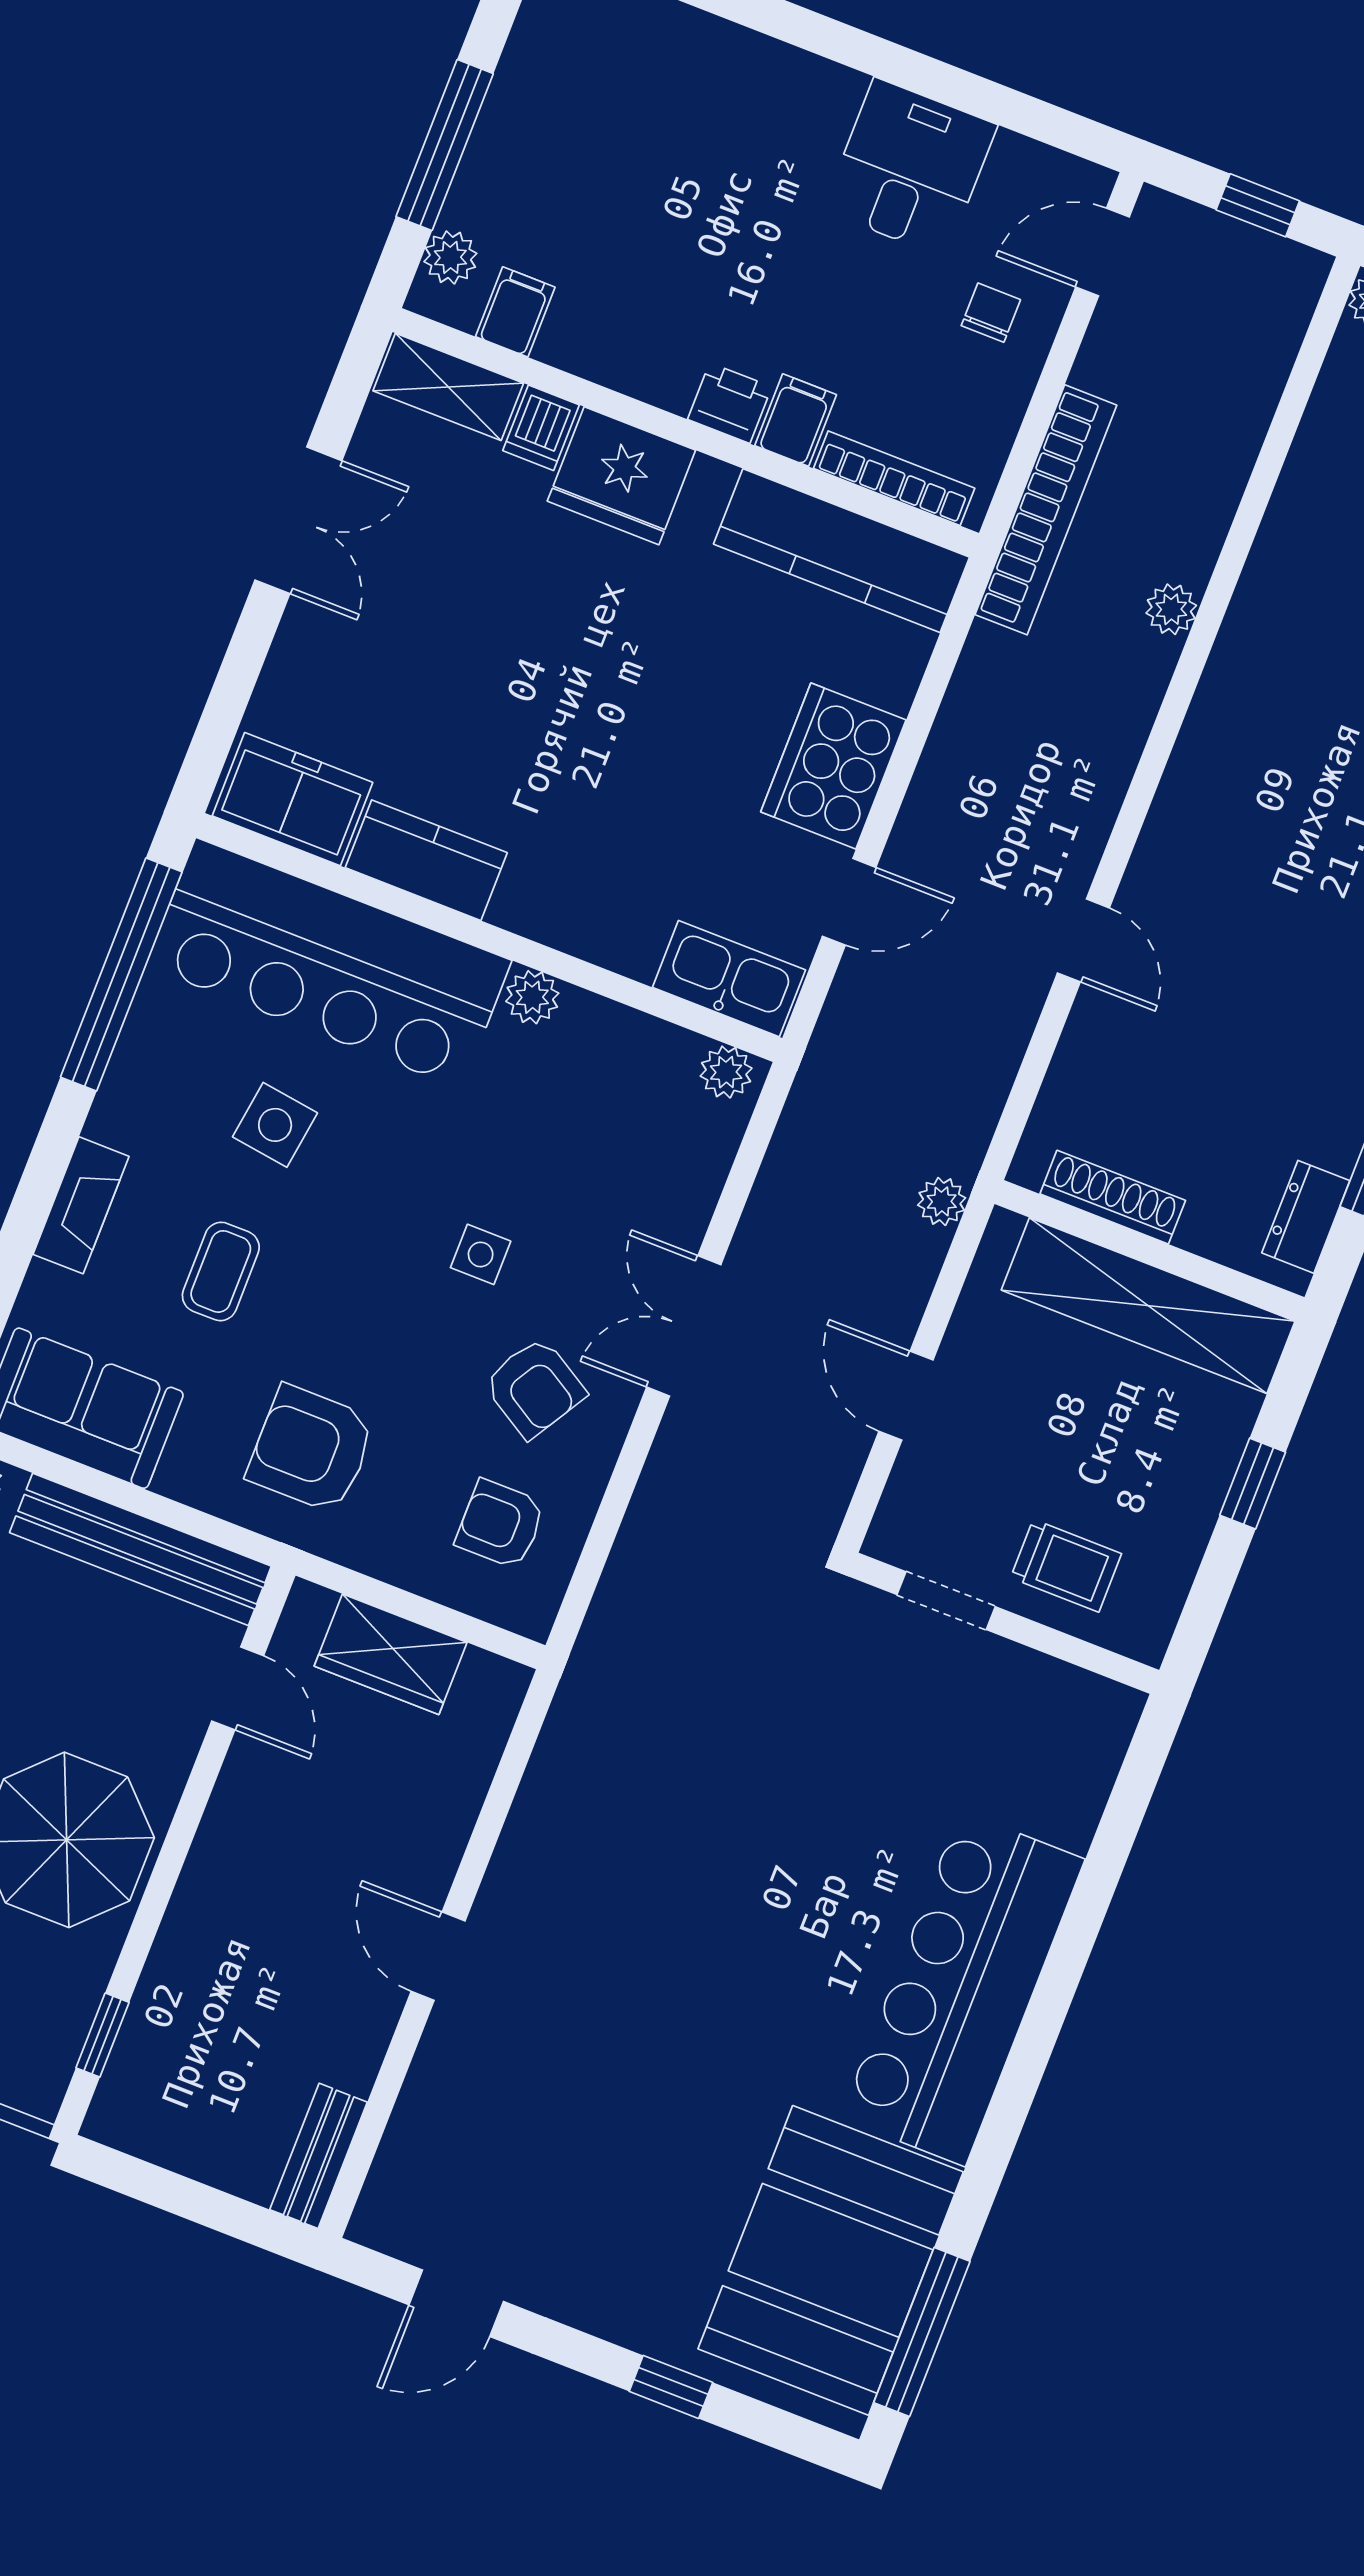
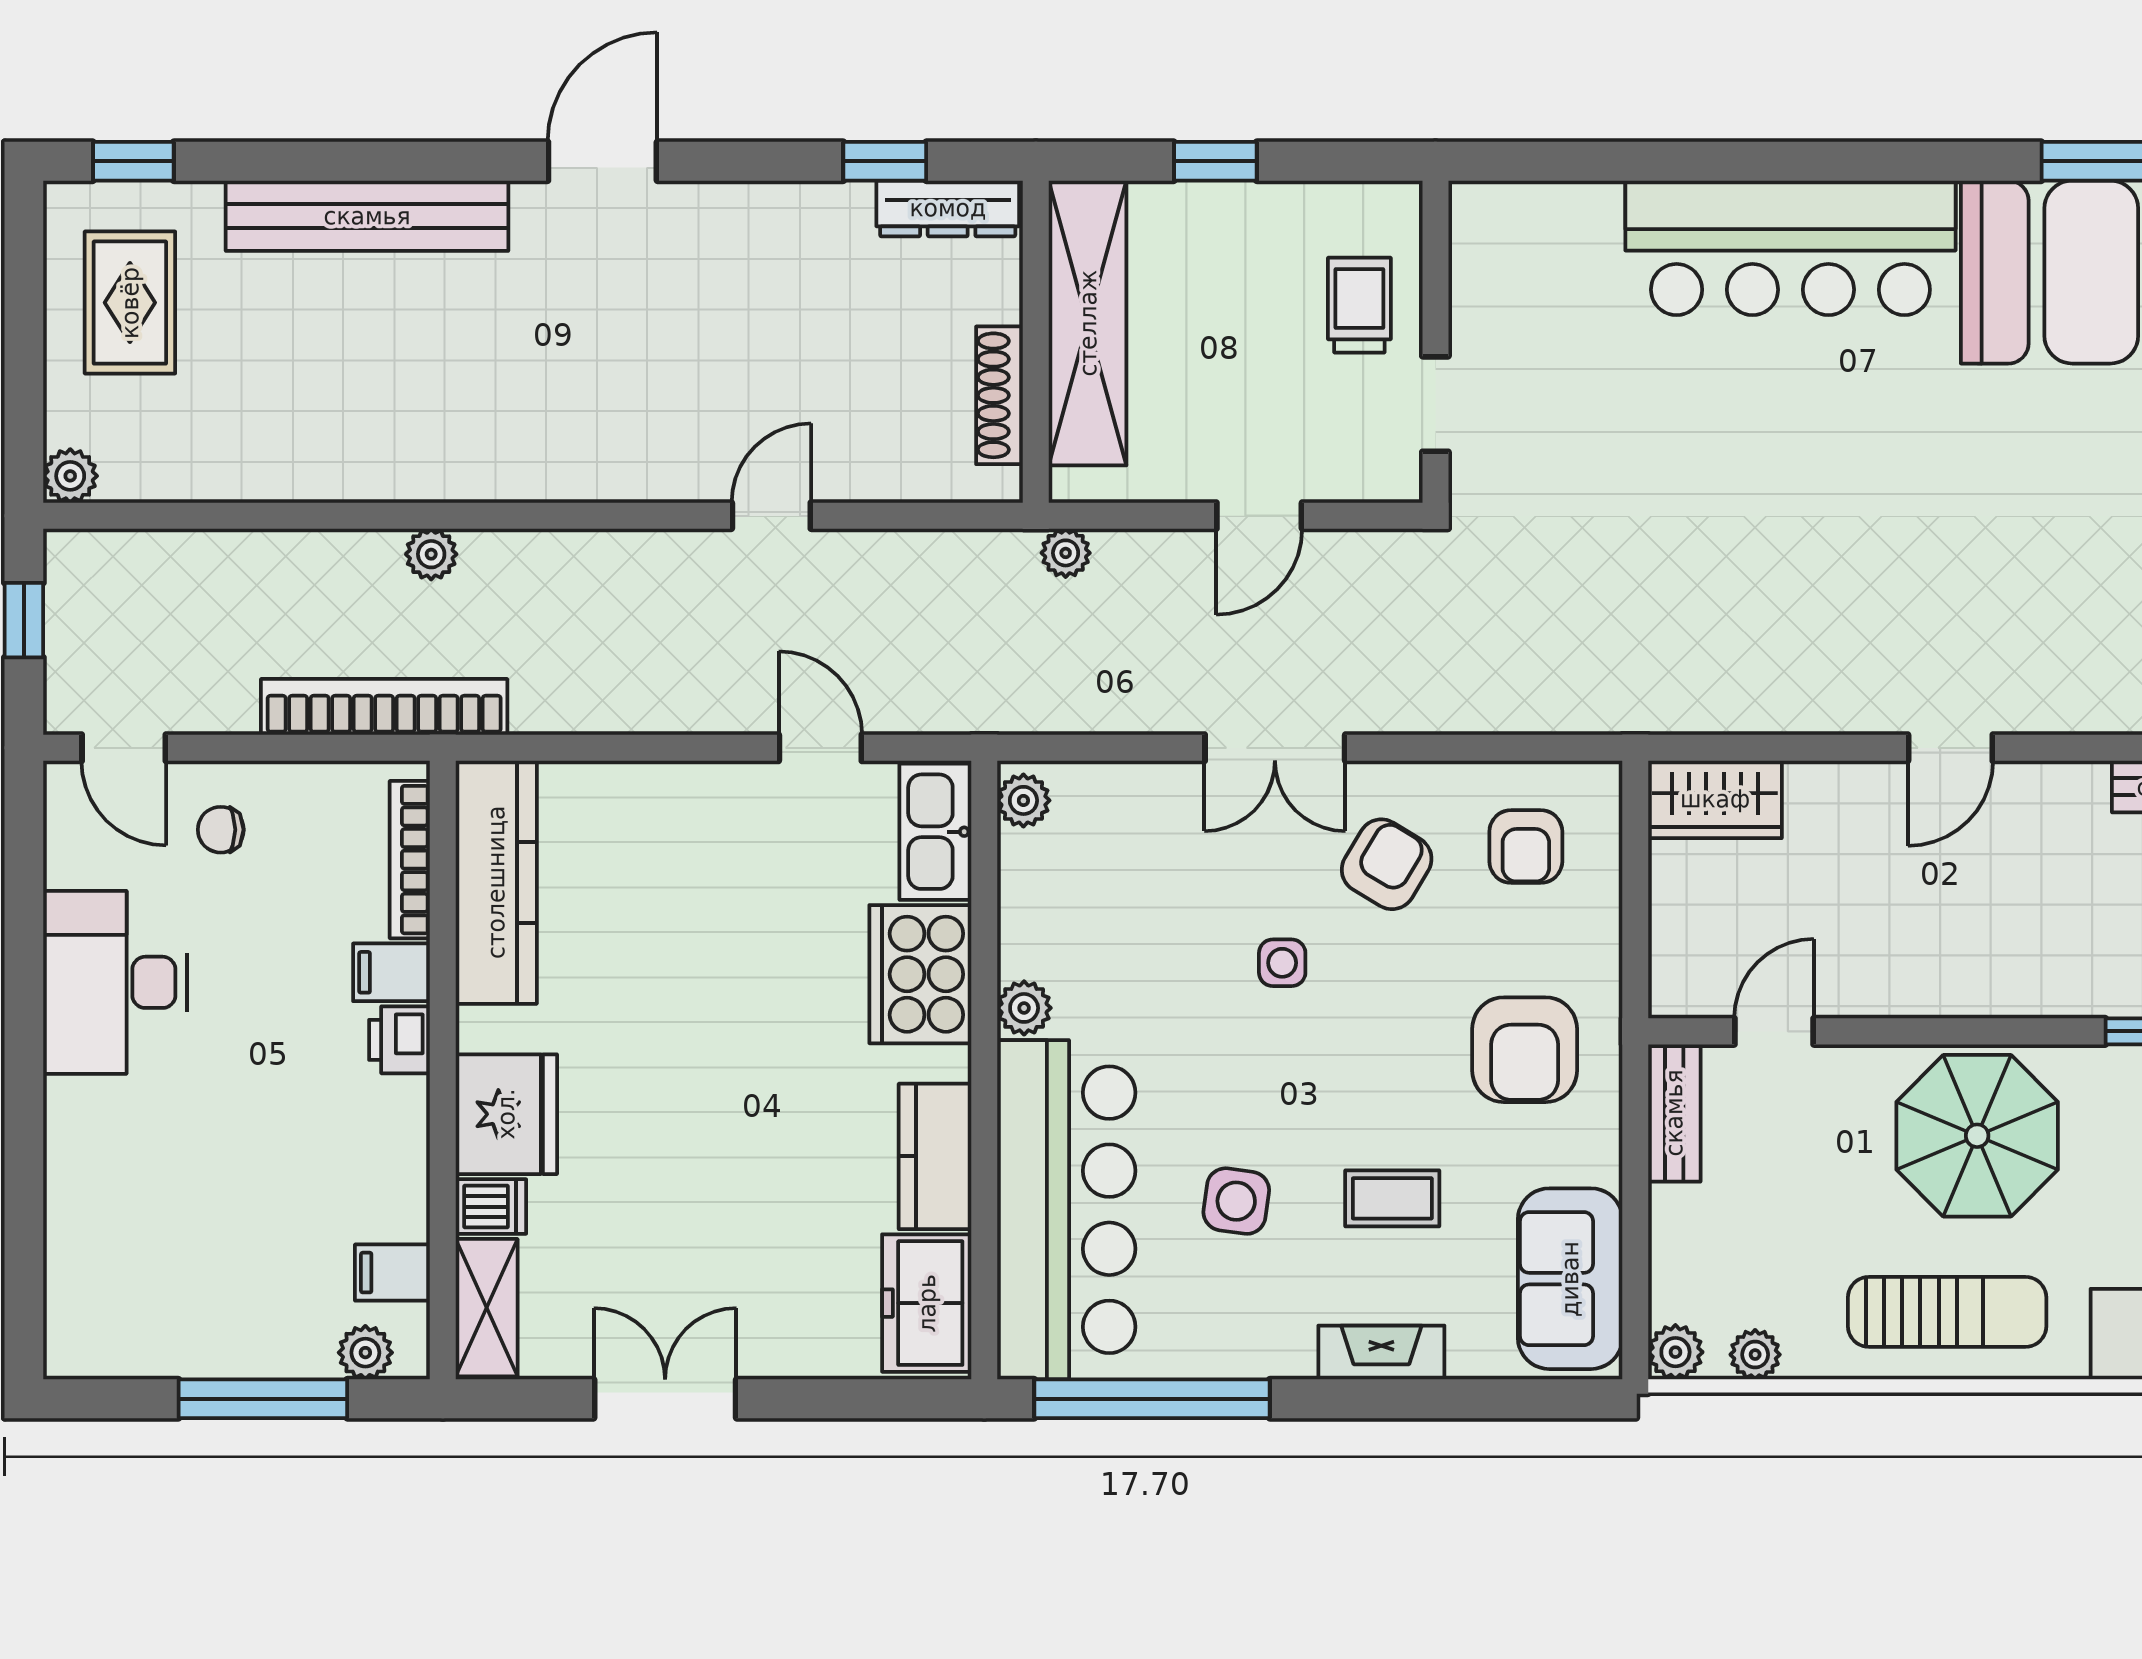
desk: (910, 168) -> (115, 982), width x1.37
cooker: (833, 766) -> (920, 974), moved, turned 90
dresser: (1306, 1217) -> (948, 208), width x1.44
bench: (140, 1549) -> (1674, 1113), width x0.54, depth x0.82
wardrobe: (391, 1654) -> (1715, 799), moved, turned 90

